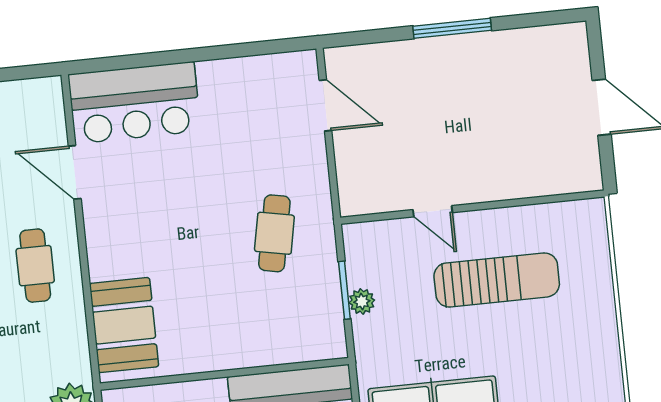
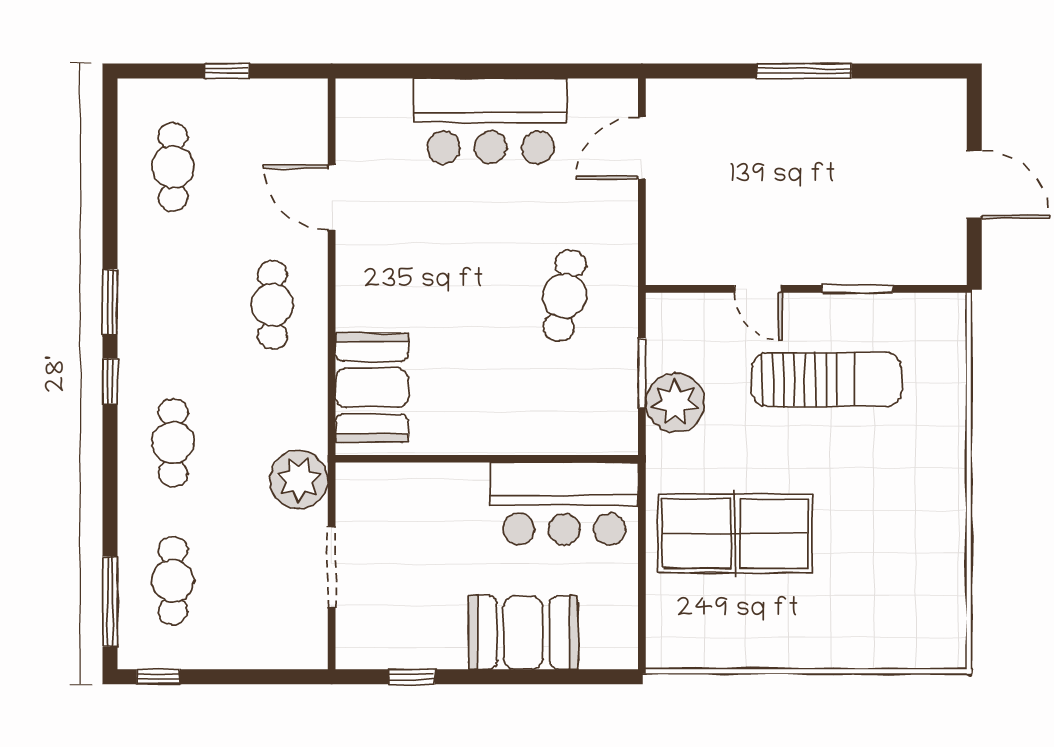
bar counter: (134, 103) -> (491, 121), moved
door: (325, 105) -> (642, 148), swing flipped
window: (514, 203) -> (857, 289), added
plant: (362, 301) -> (675, 403), width x1.87, depth x1.87

